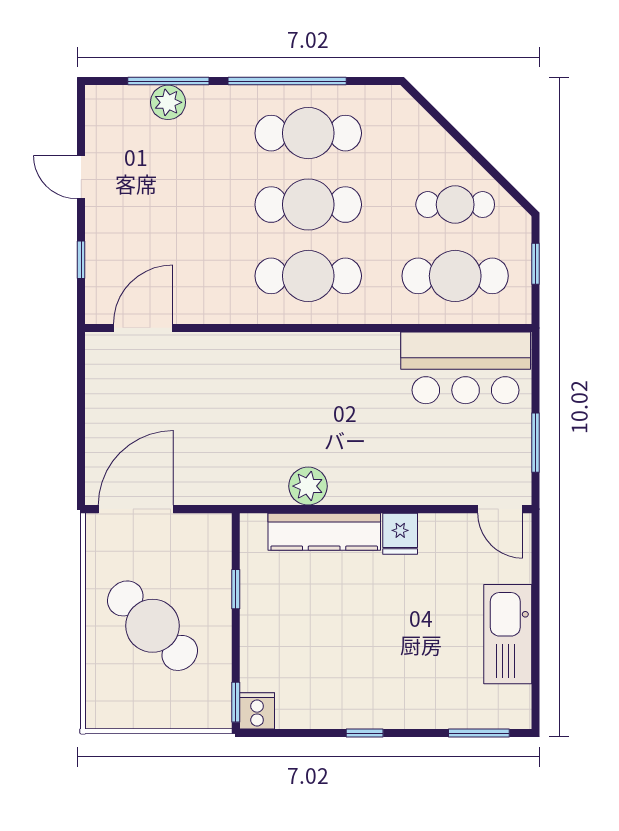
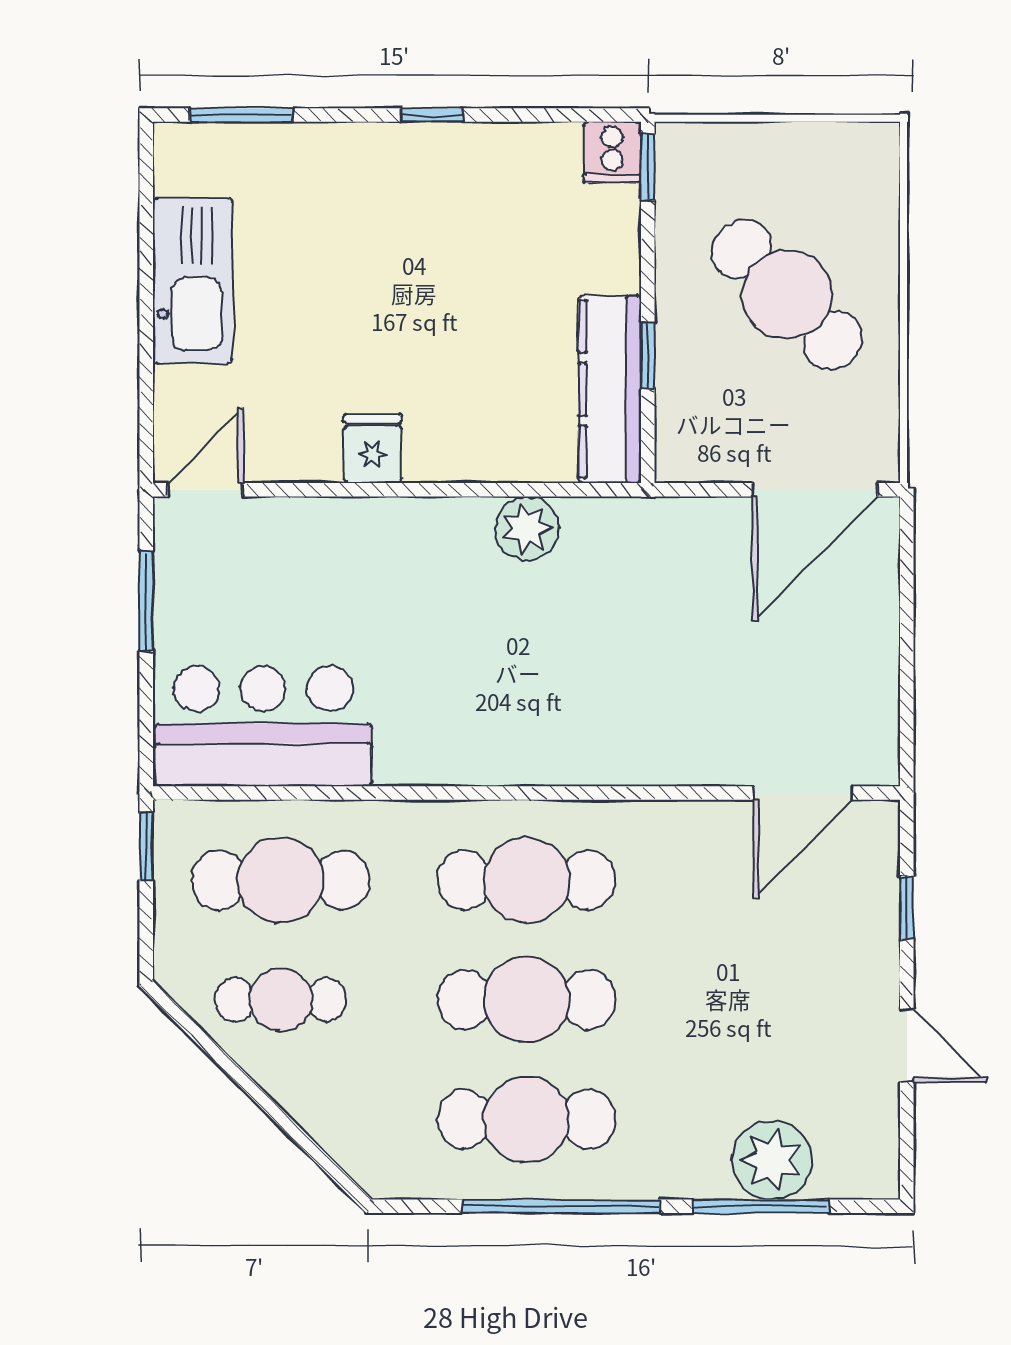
plant: (168, 102) -> (772, 1160), width x1.36, depth x1.36
window: (535, 264) -> (146, 846), moved
door: (500, 509) -> (205, 490), hinge flipped
kitchen counter: (324, 532) -> (610, 389), moved, turned -90

